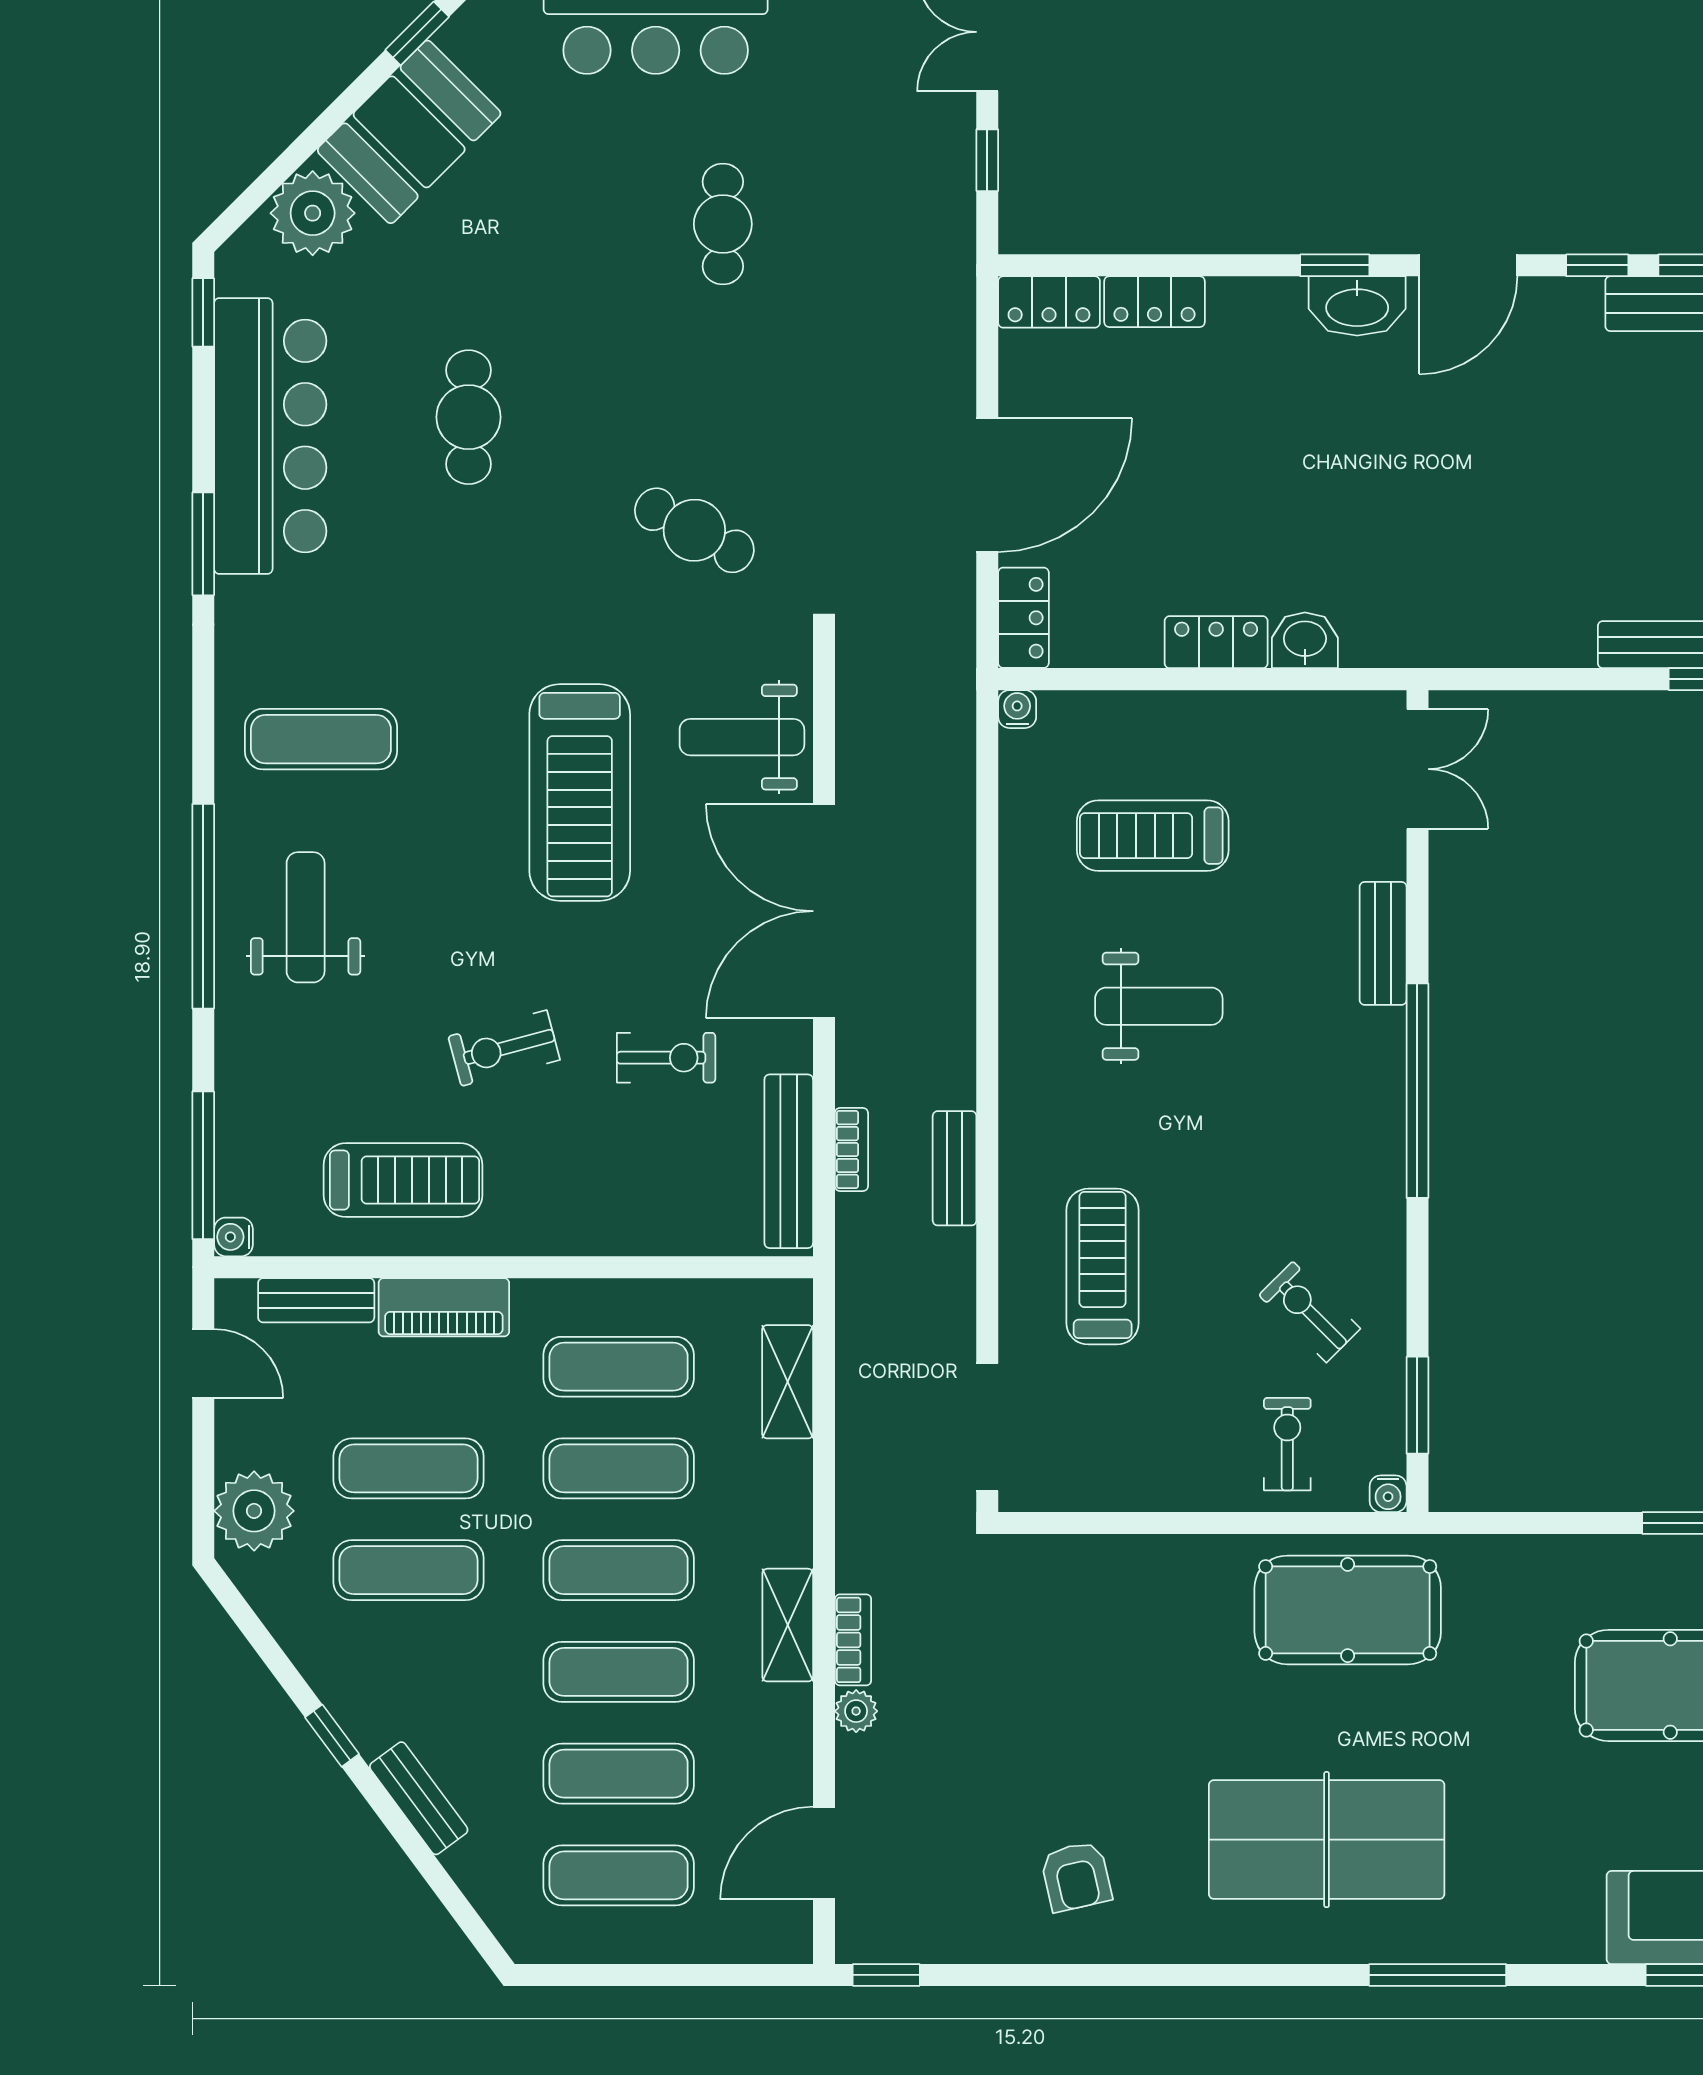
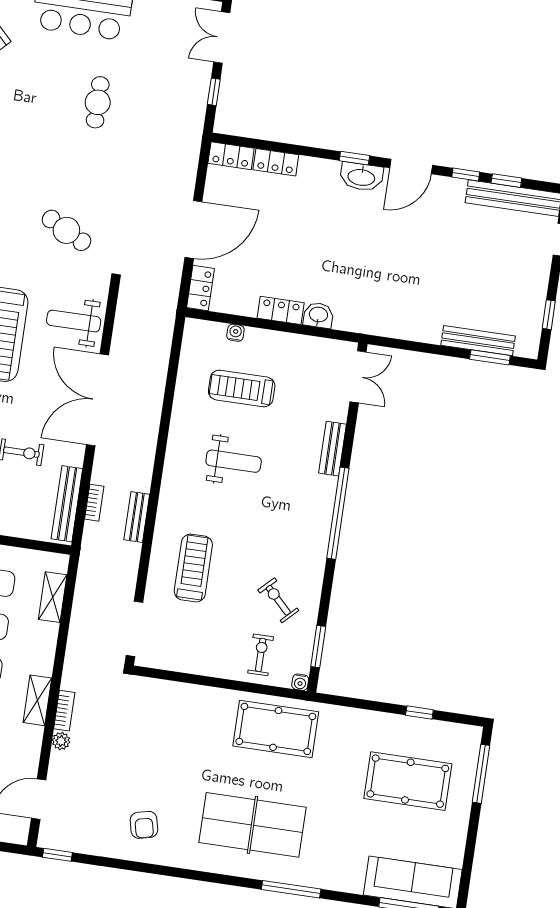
water cooler: (1017, 709) -> (235, 333), moved

